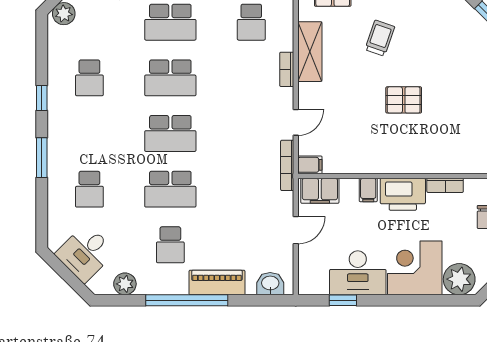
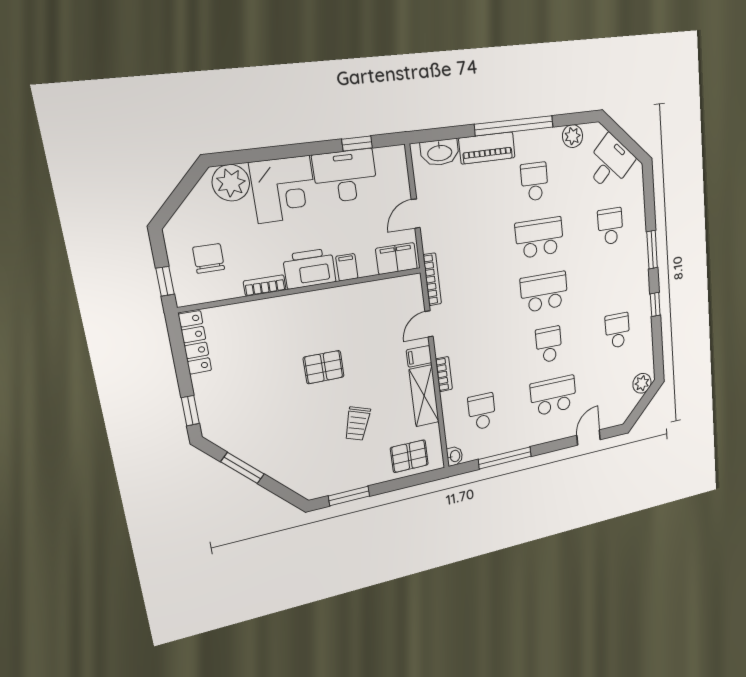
school desk: (170, 78) -> (549, 344), width x0.54
filing cabinet: (310, 165) -> (419, 356), moved
washbasin: (270, 284) -> (440, 152), width x1.38

